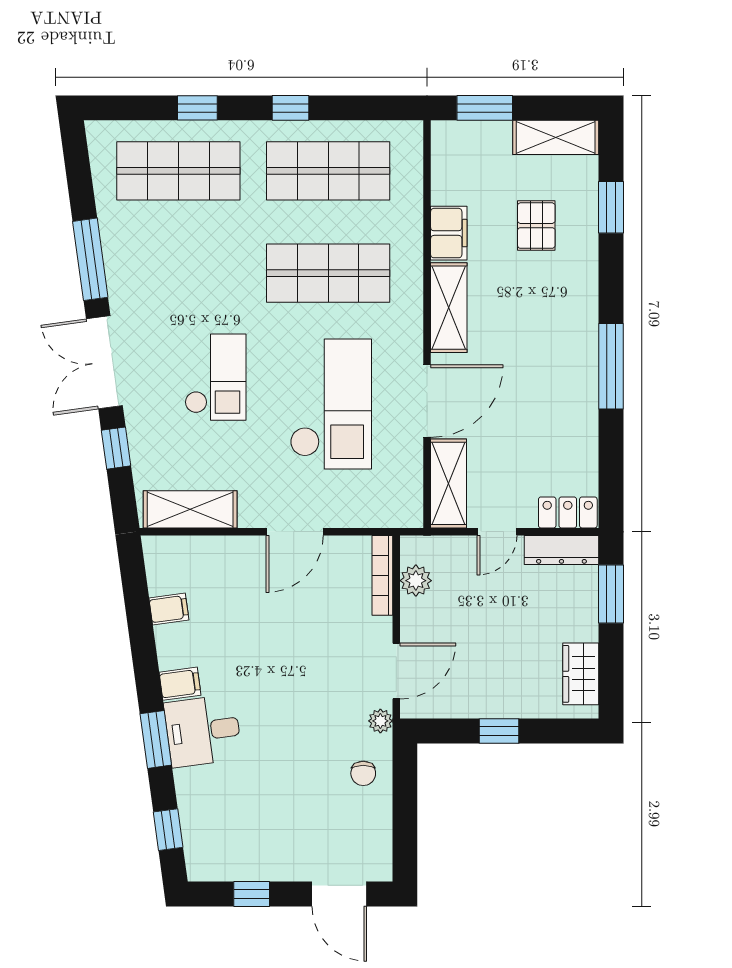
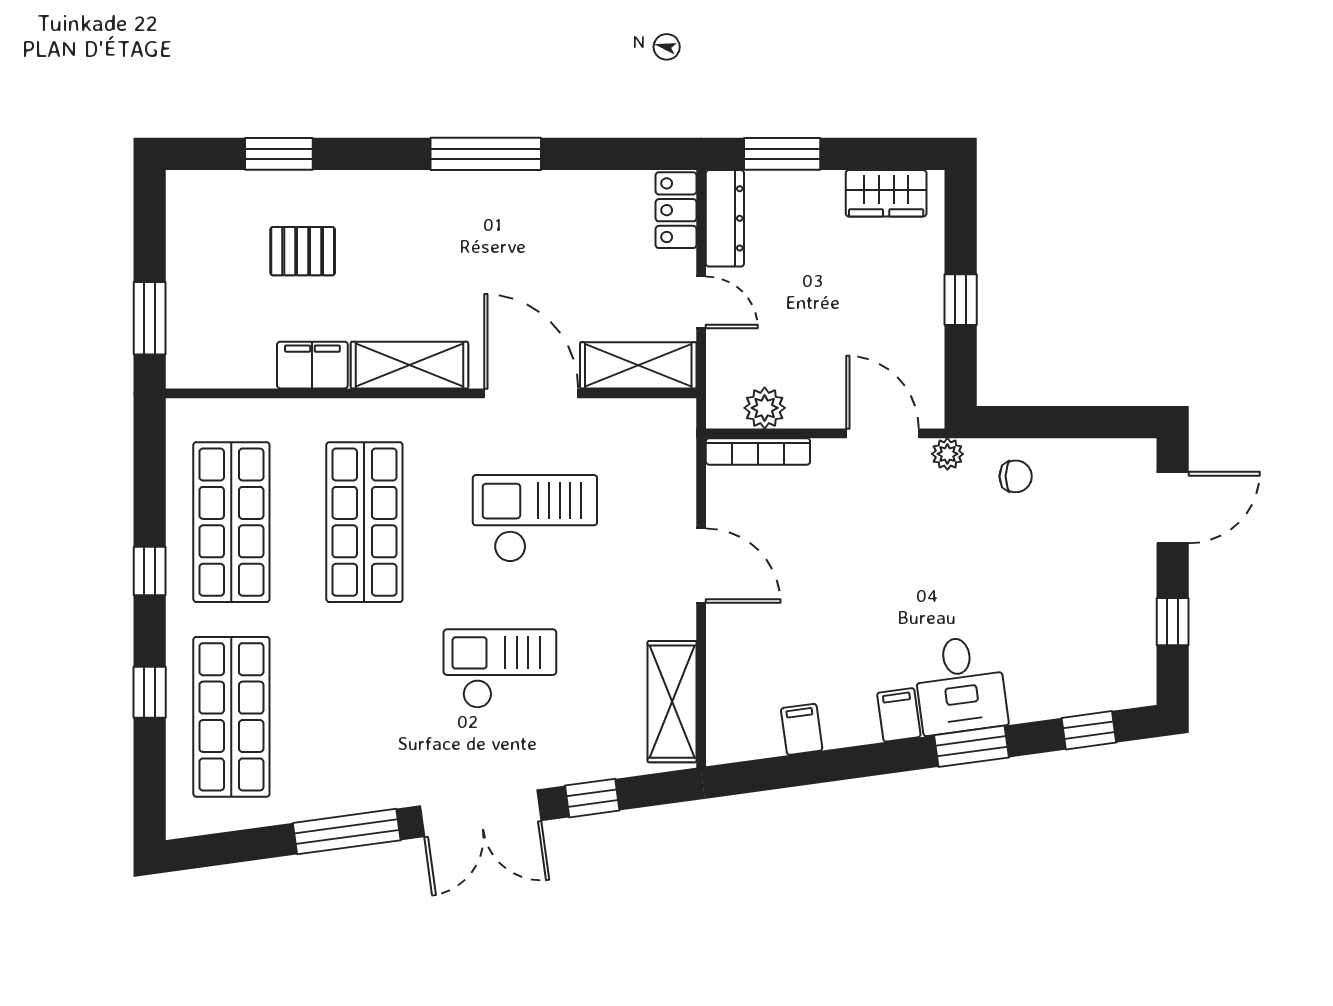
shelving: (556, 137) -> (188, 226), removed
checkout: (331, 404) -> (535, 519), width x0.73, depth x0.83

